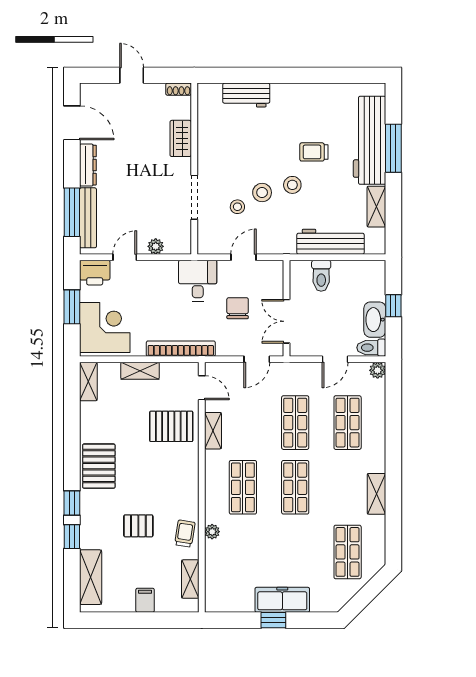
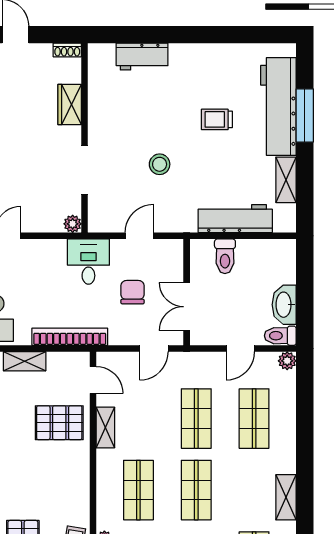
stool: (292, 185) -> (193, 156), removed
stool: (237, 207) -> (132, 180), removed
plant: (156, 246) -> (73, 224), moved
window: (393, 306) -> (305, 289), removed

